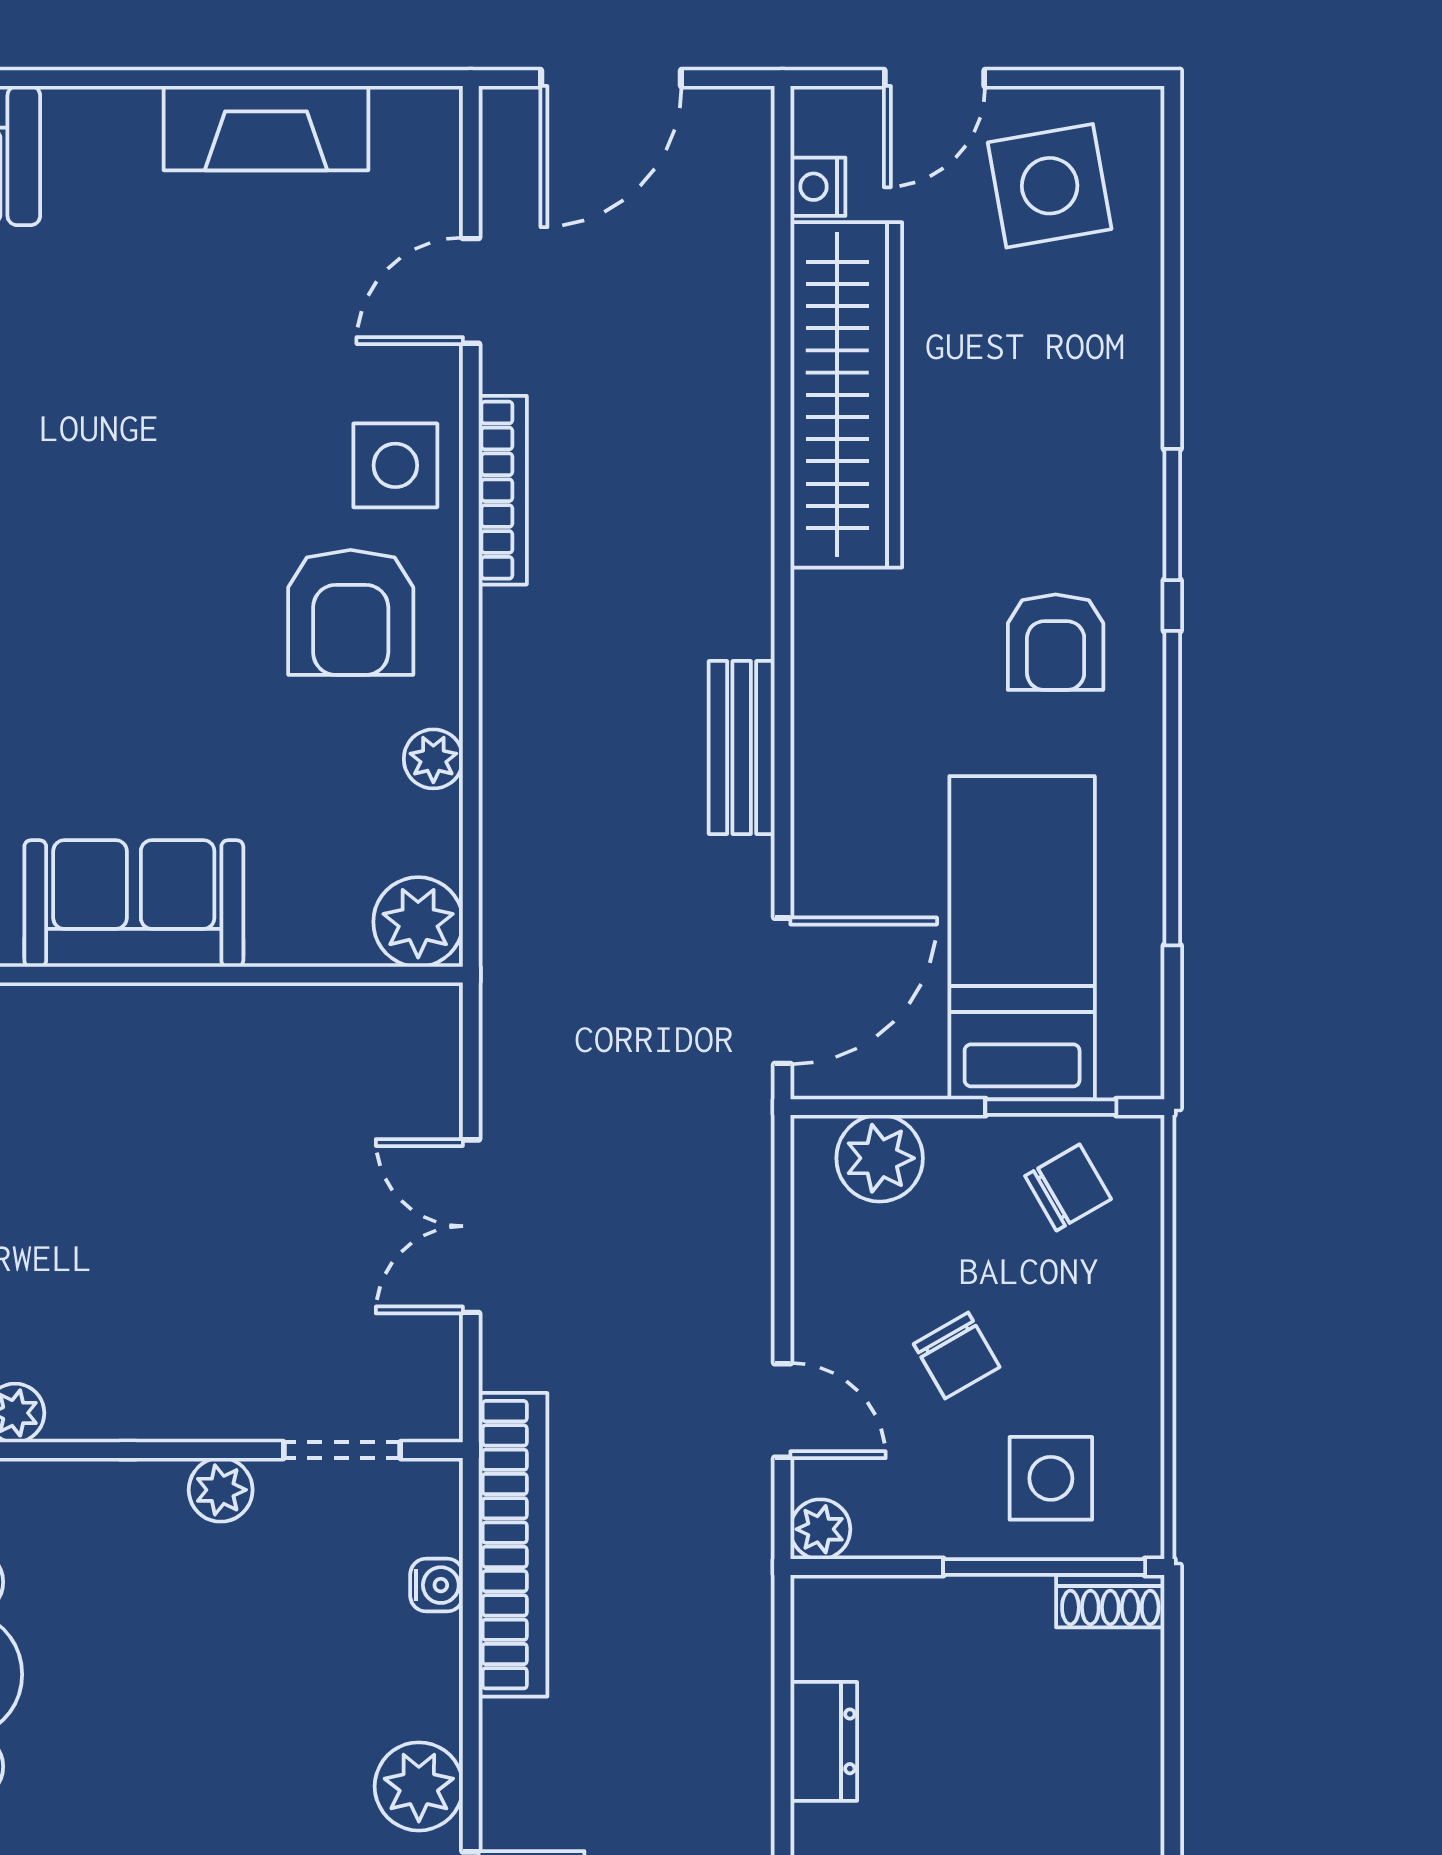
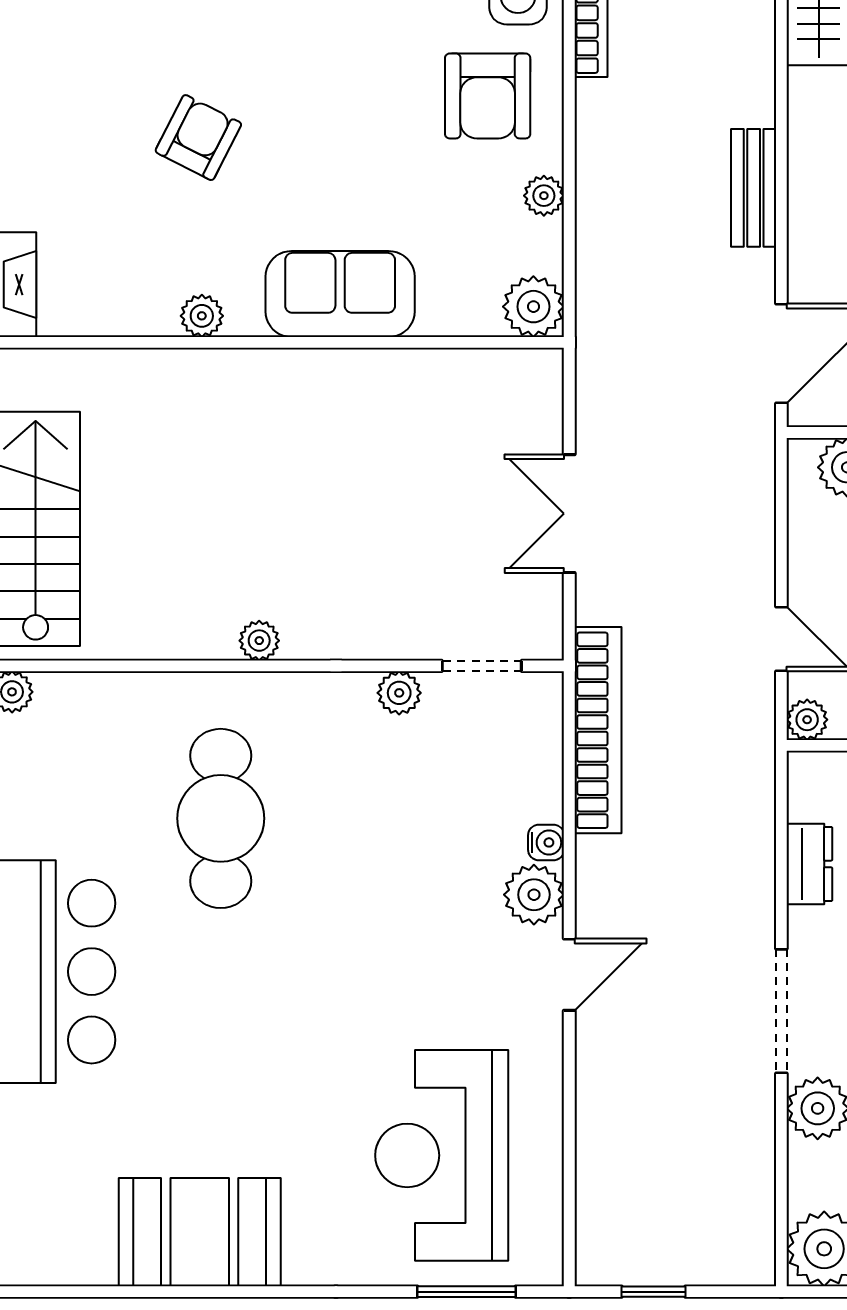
water cooler: (437, 1585) -> (546, 842), moved

